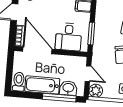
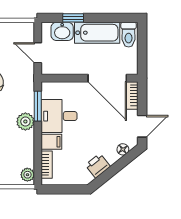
desk: (69, 37) -> (59, 116), moved, turned -90
plant: (96, 91) -> (25, 122), moved
window: (59, 98) -> (73, 18), width x0.46

